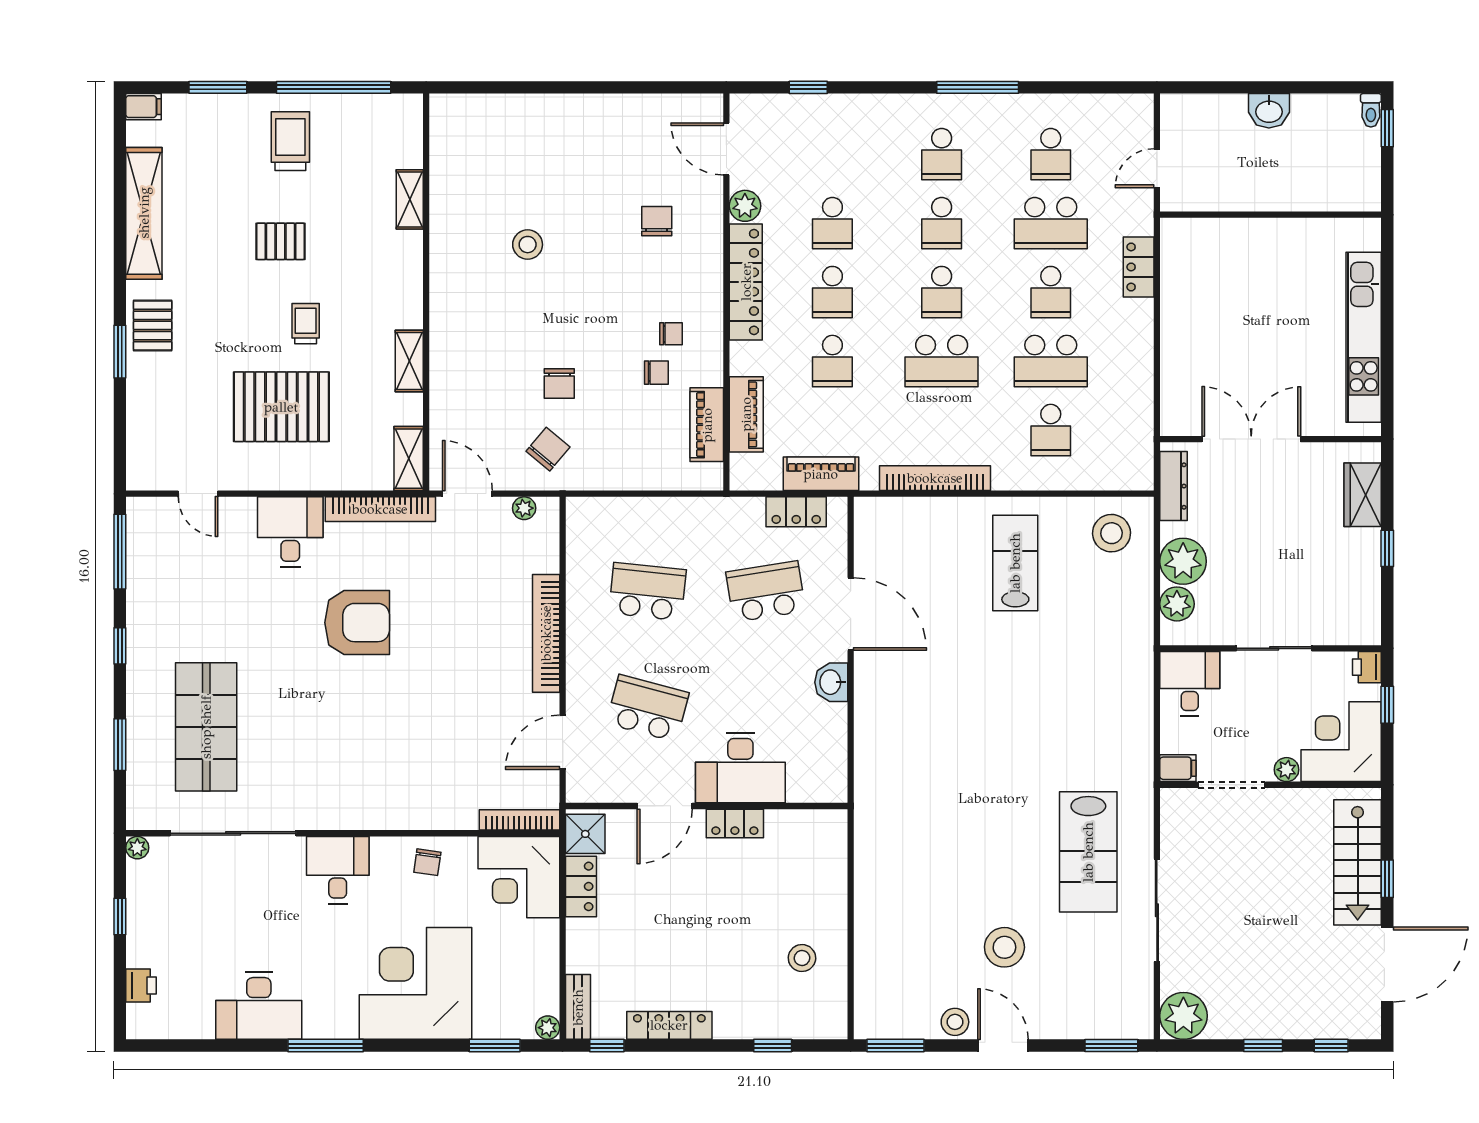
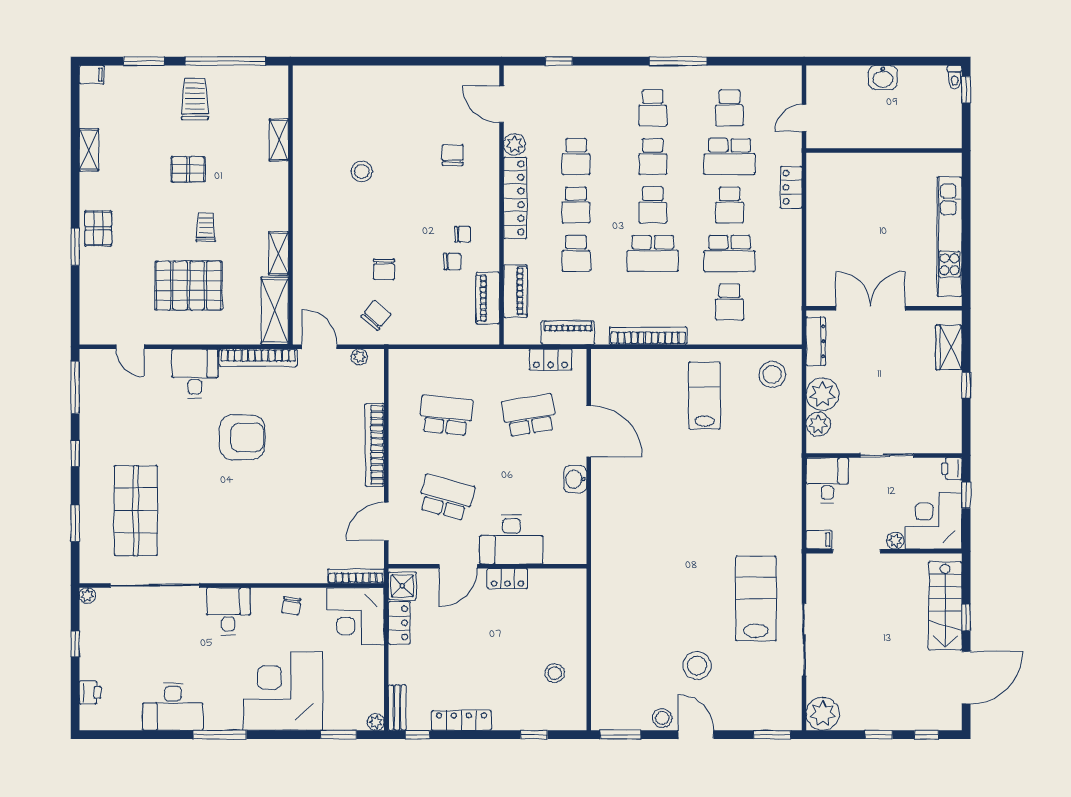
shelving: (144, 213) -> (89, 150), width x0.45, depth x0.75
shelving: (409, 459) -> (275, 311), width x1.50, depth x1.33
lab bench: (1088, 852) -> (756, 598), turned 180

